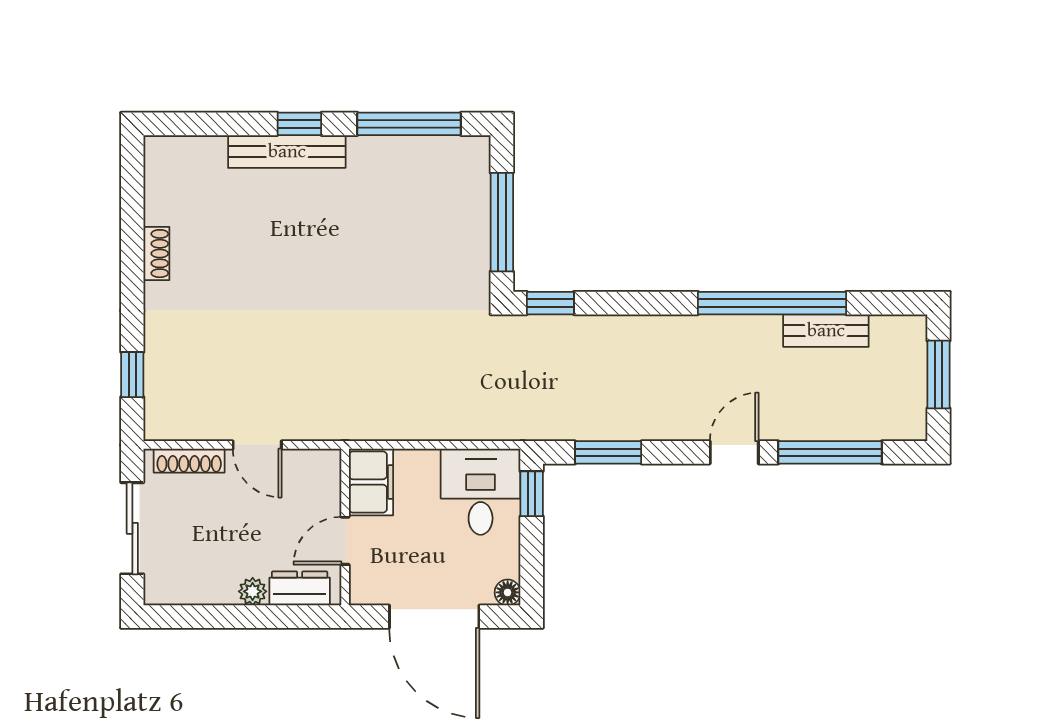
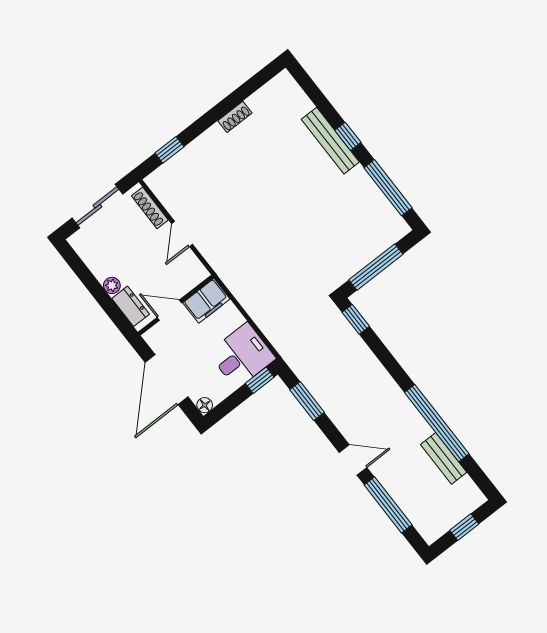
window: (939, 374) -> (464, 527), width x0.67

